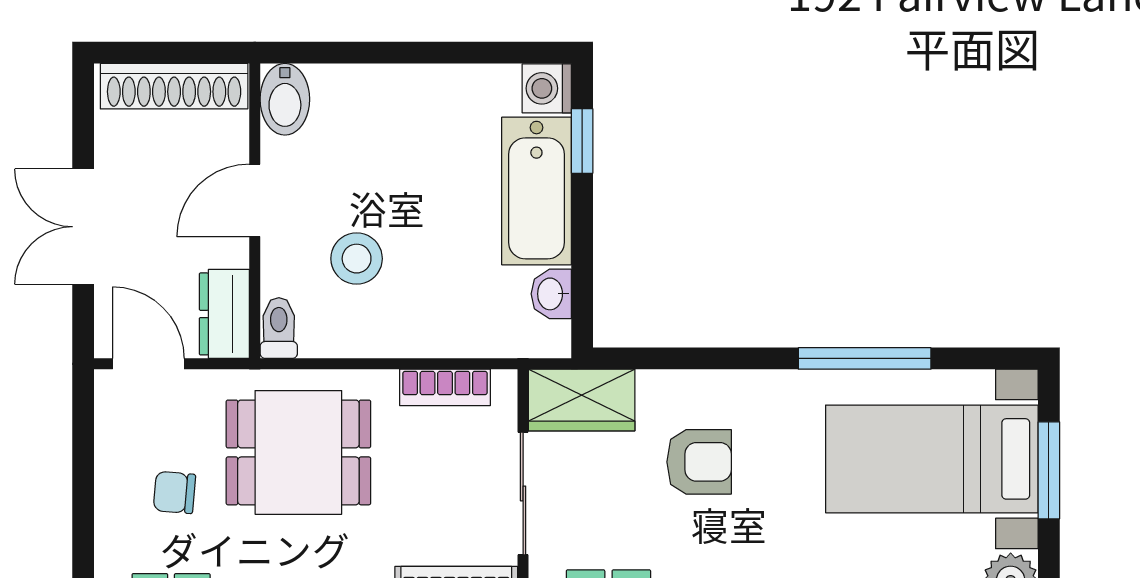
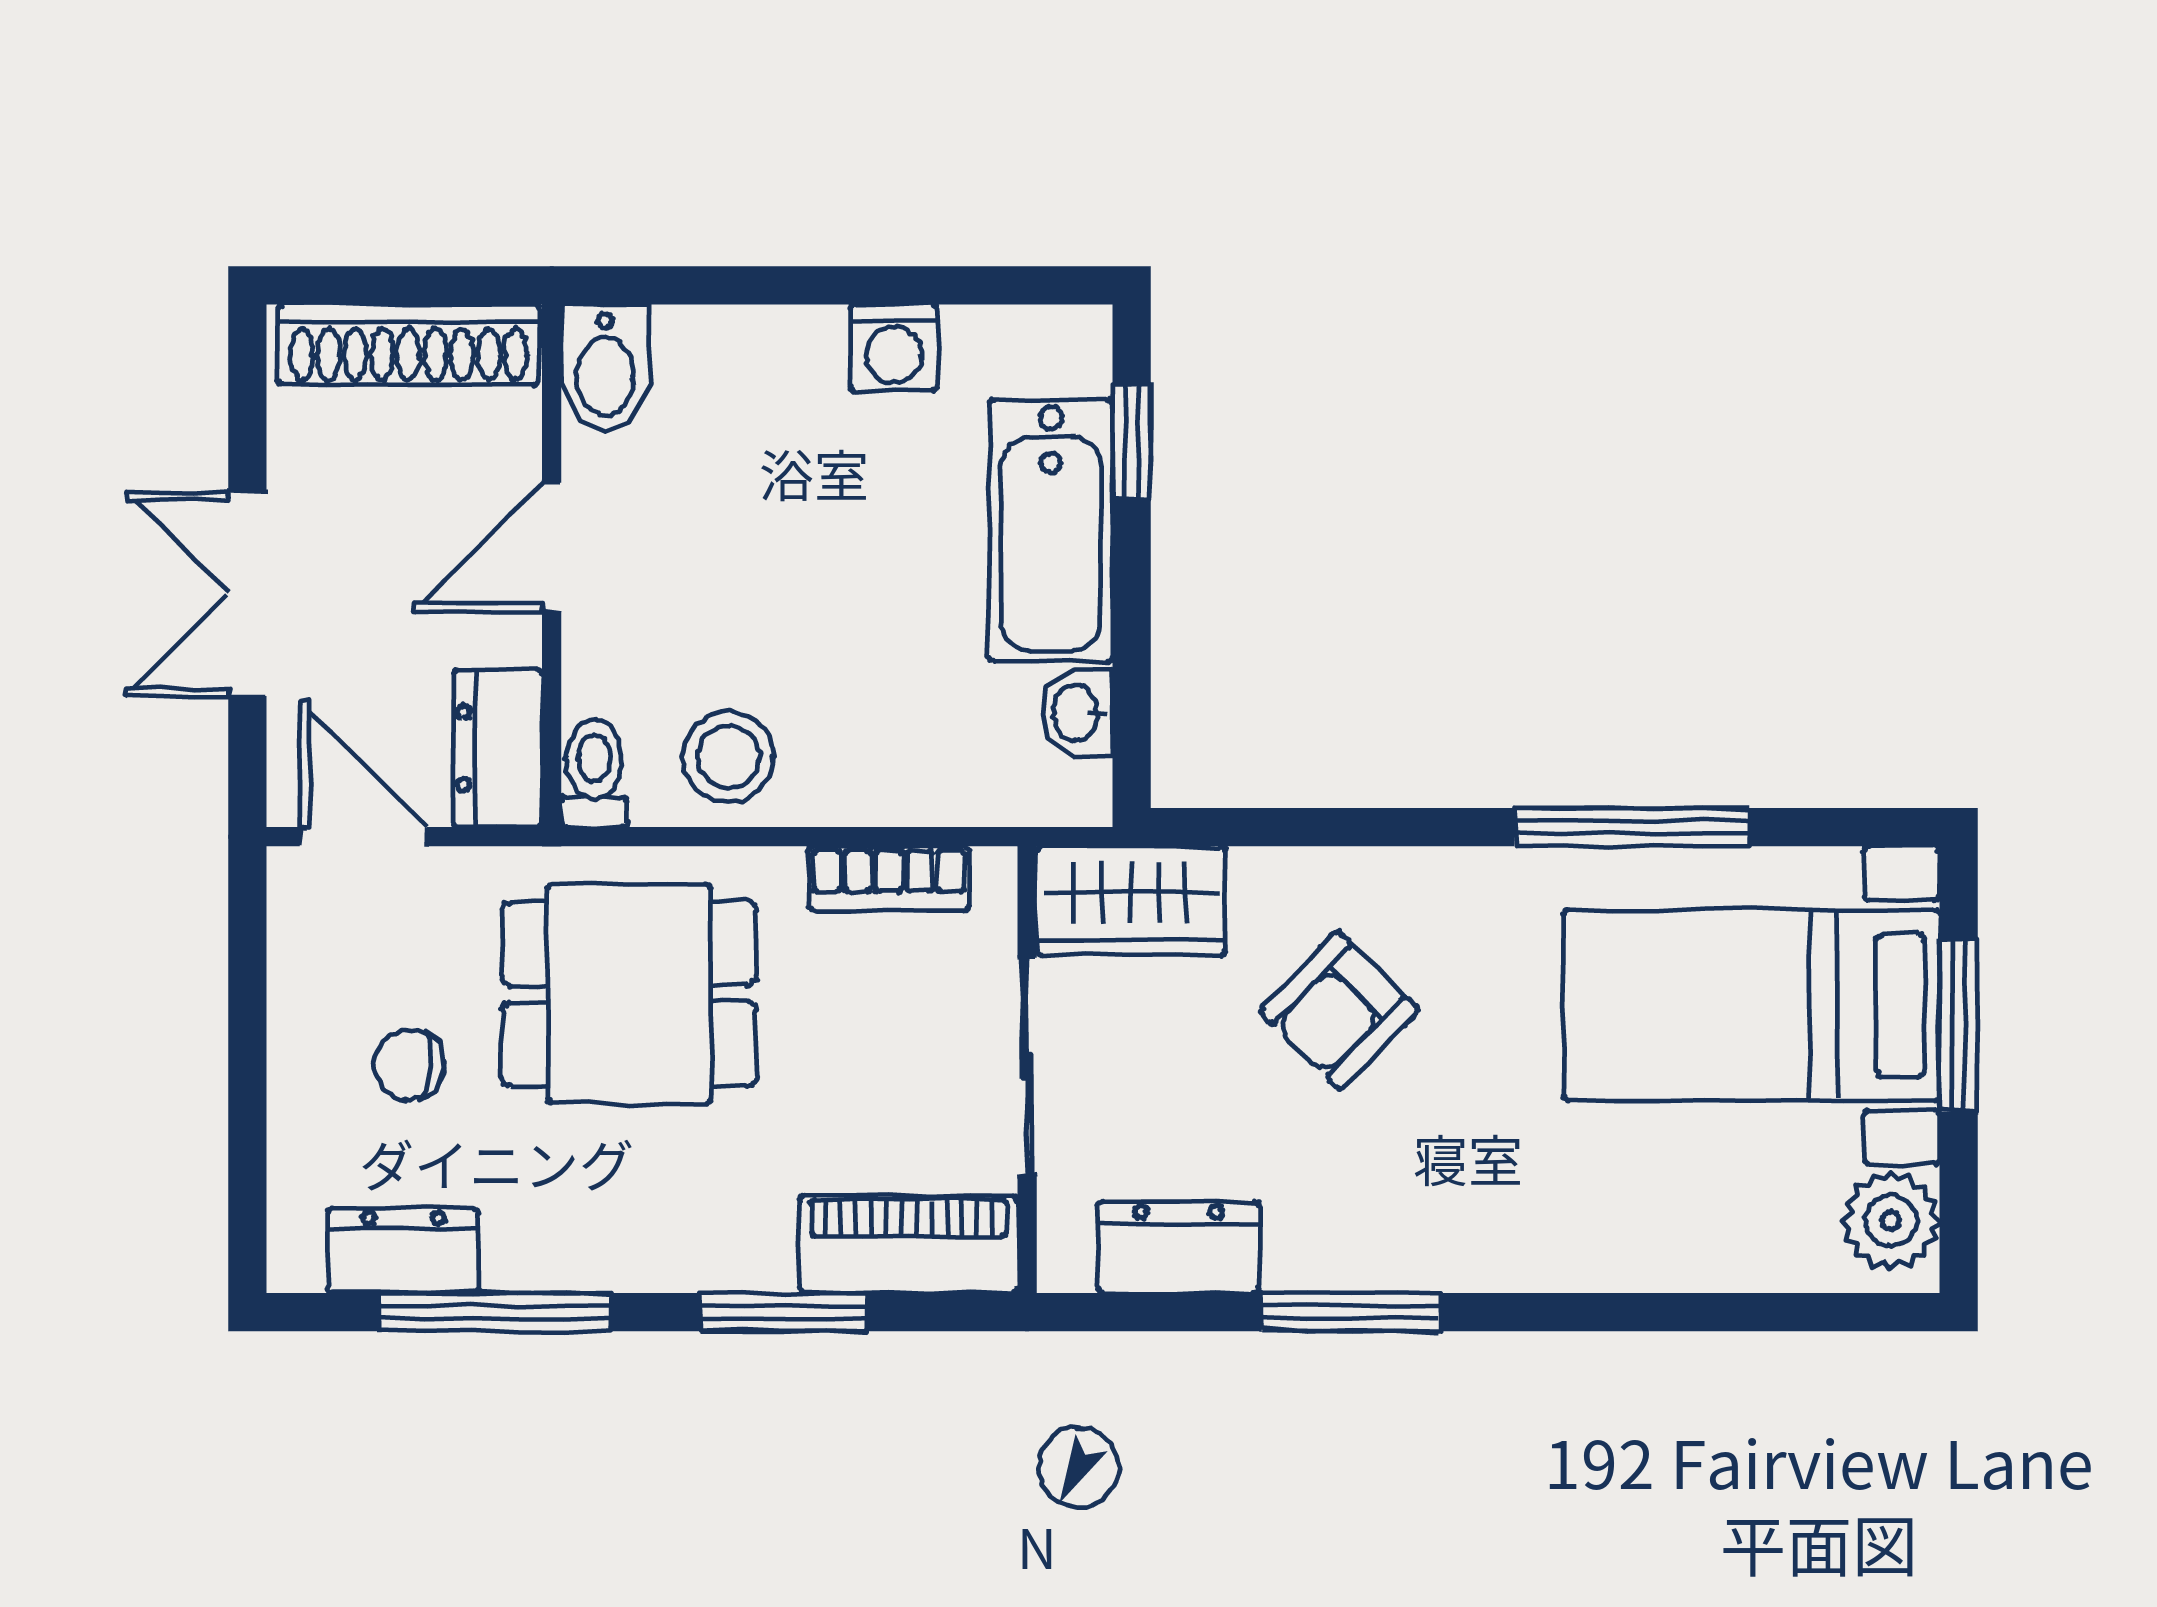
washing machine: (547, 88) -> (894, 348), moved, turned -90
stool: (357, 259) -> (728, 757), moved
armchair: (699, 462) -> (1339, 1010), turned 134

